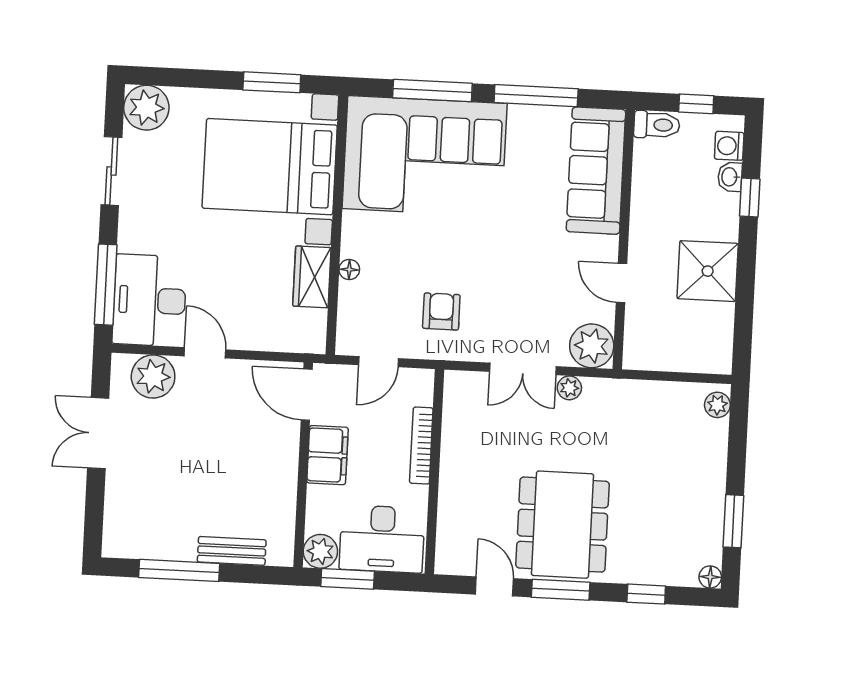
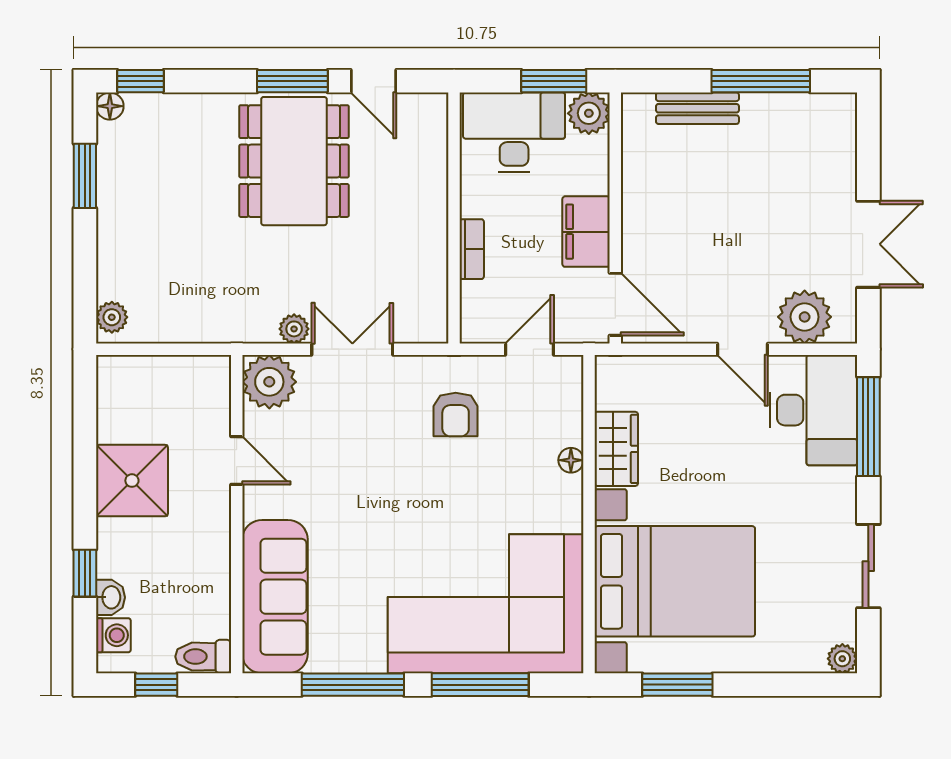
plant: (146, 108) -> (842, 659), width x0.53, depth x0.53
bookcase: (421, 446) -> (472, 249), width x0.64
window: (646, 594) -> (141, 81), moved

